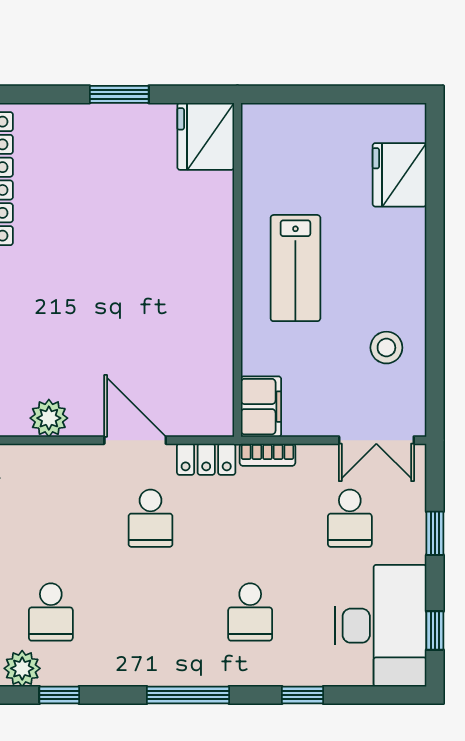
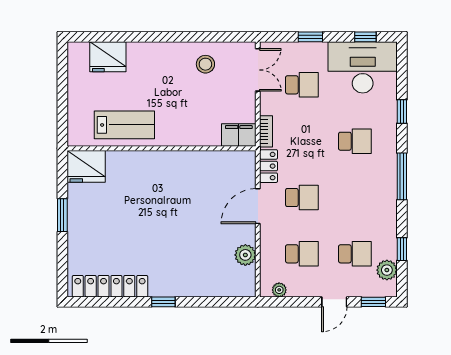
lab bench: (295, 268) -> (124, 125), moved
school desk: (51, 518) -> (302, 254), added

